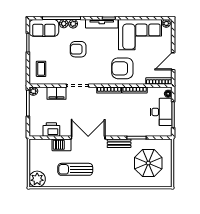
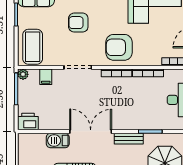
armchair: (122, 68) -> (119, 47), moved
coffee table: (41, 69) -> (33, 47), width x1.86, depth x1.72
filing cabinet: (56, 93) -> (46, 77), width x0.50
printer: (51, 129) -> (28, 122), moved

